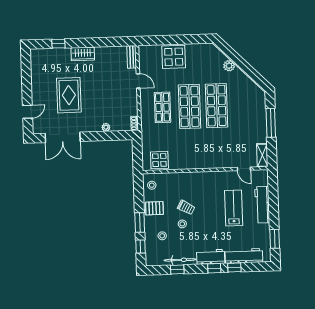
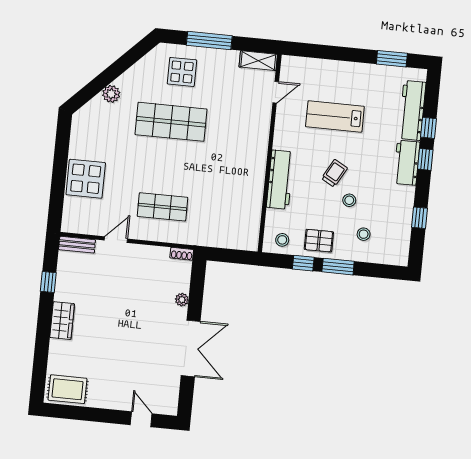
window: (58, 44) -> (48, 282), moved
rug: (69, 95) -> (67, 389), moved, width x0.73, depth x0.70
shop shelf: (190, 106) -> (167, 164), removed
double door: (63, 137) -> (191, 348), moved
display table: (159, 160) -> (182, 72), moved
workbench: (262, 205) -> (280, 180), moved, turned -90
trolley: (186, 207) -> (334, 173), moved
pallet: (154, 208) -> (319, 241), turned 90
window: (141, 247) -> (303, 263), moved
bicycle: (180, 260) -> (405, 211), removed

